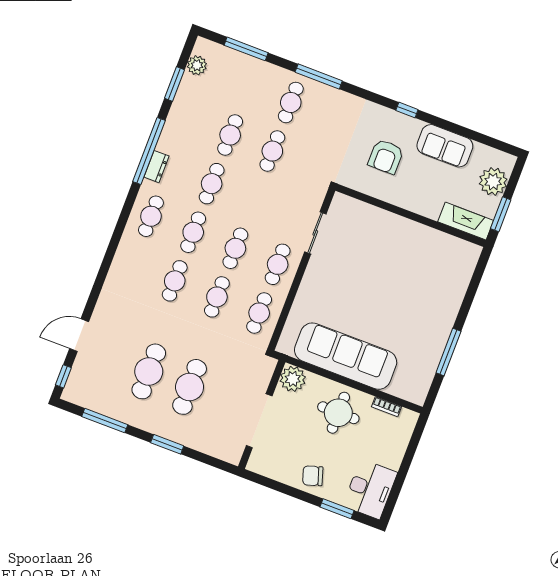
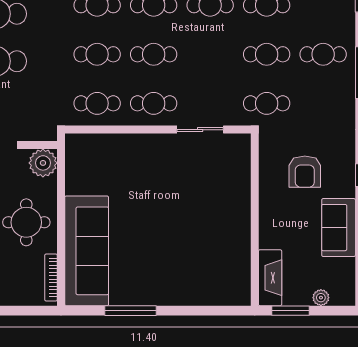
armchair: (386, 157) -> (305, 172), turned -90
cafe table: (315, 167) -> (267, 103), added
plant: (493, 182) -> (321, 298), width x0.53, depth x0.53
sofa: (346, 356) -> (87, 251), moved
bookcase: (387, 407) -> (51, 277), width x1.56

